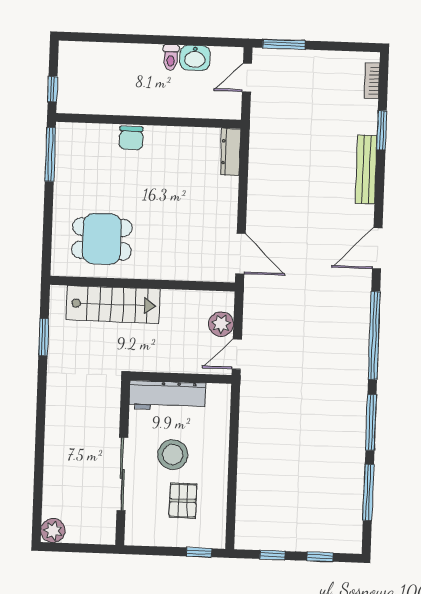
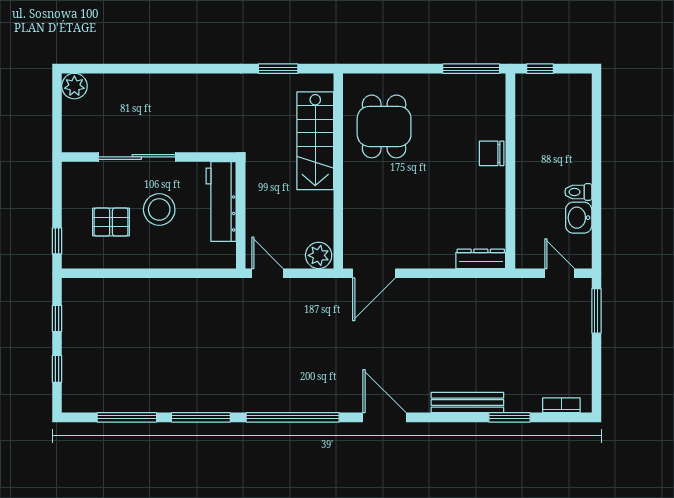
plant: (221, 324) -> (319, 255), moved

